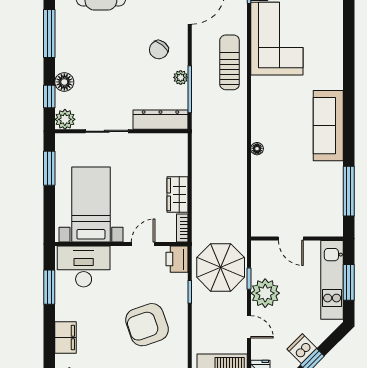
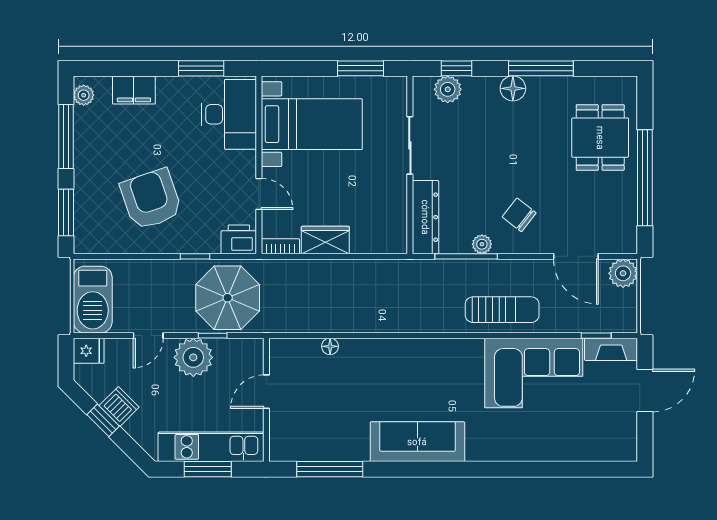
floor lamp: (64, 82) -> (513, 88), moved
plant: (65, 119) -> (448, 89), moved
floor lamp: (257, 149) -> (330, 346), moved

